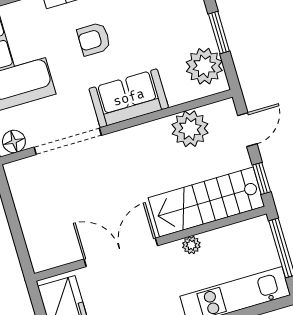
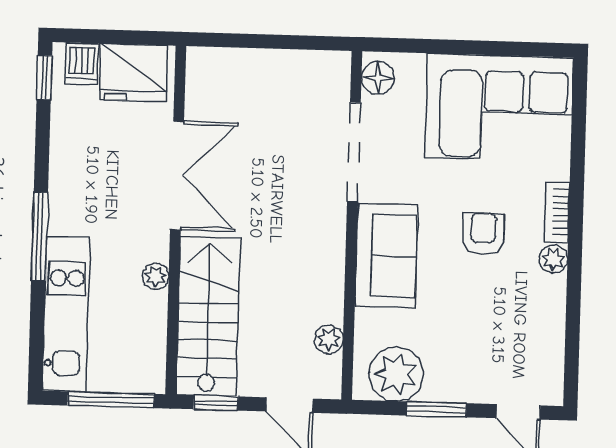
plant: (190, 129) -> (329, 339), width x0.53, depth x0.53

